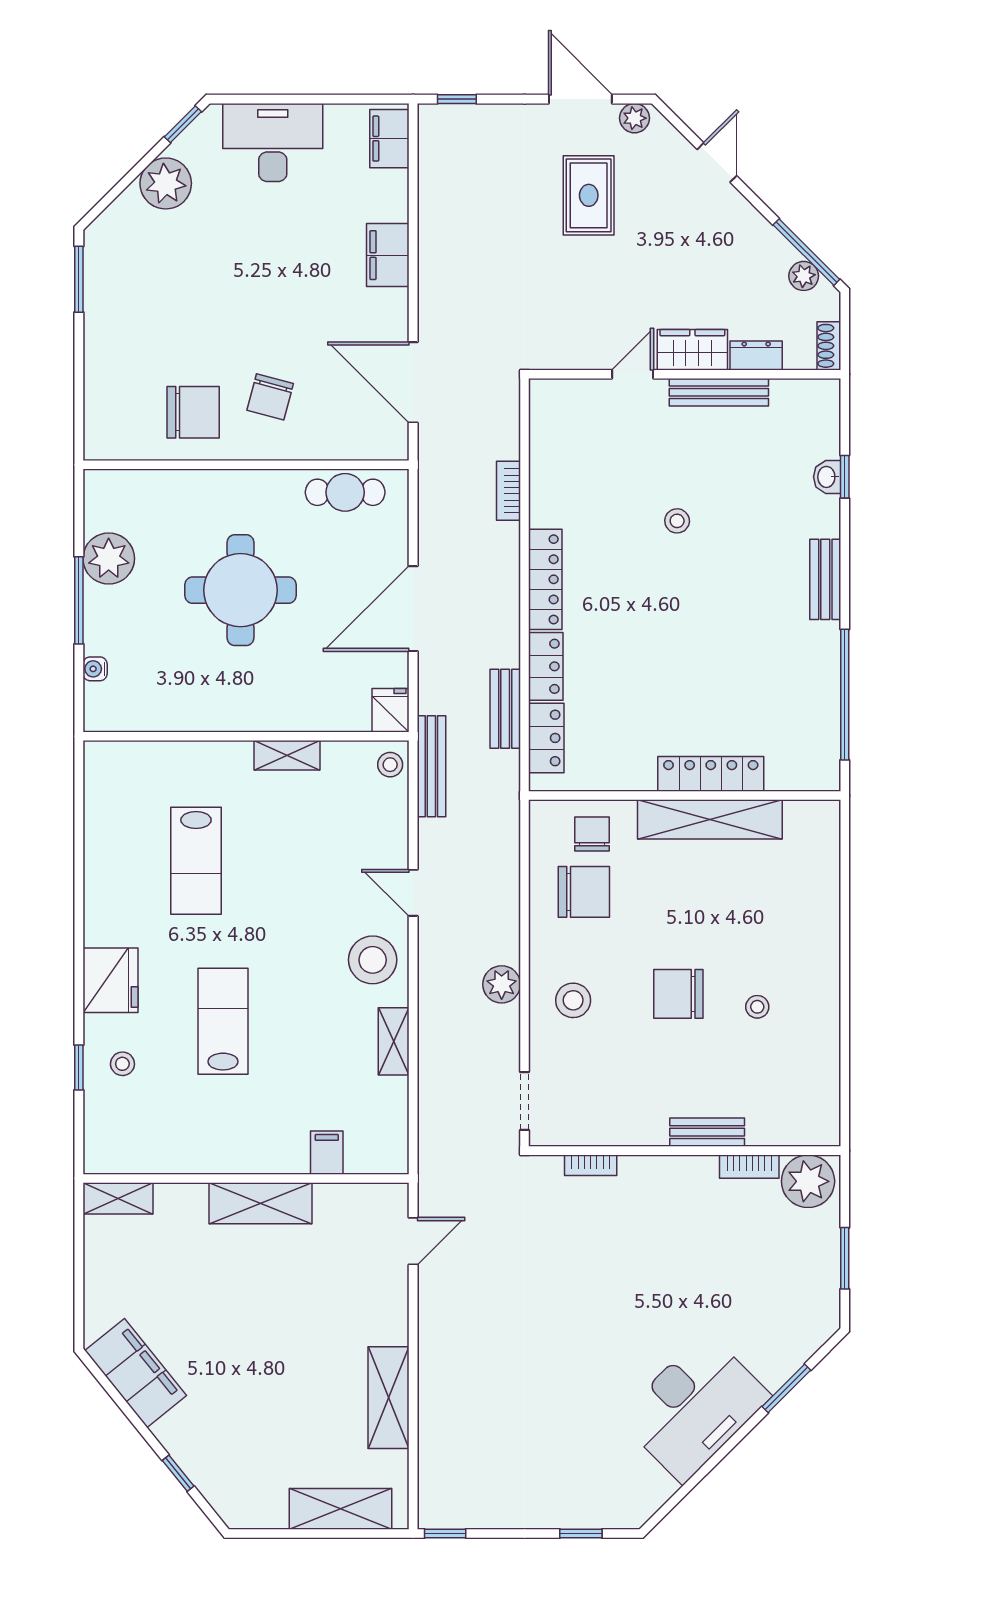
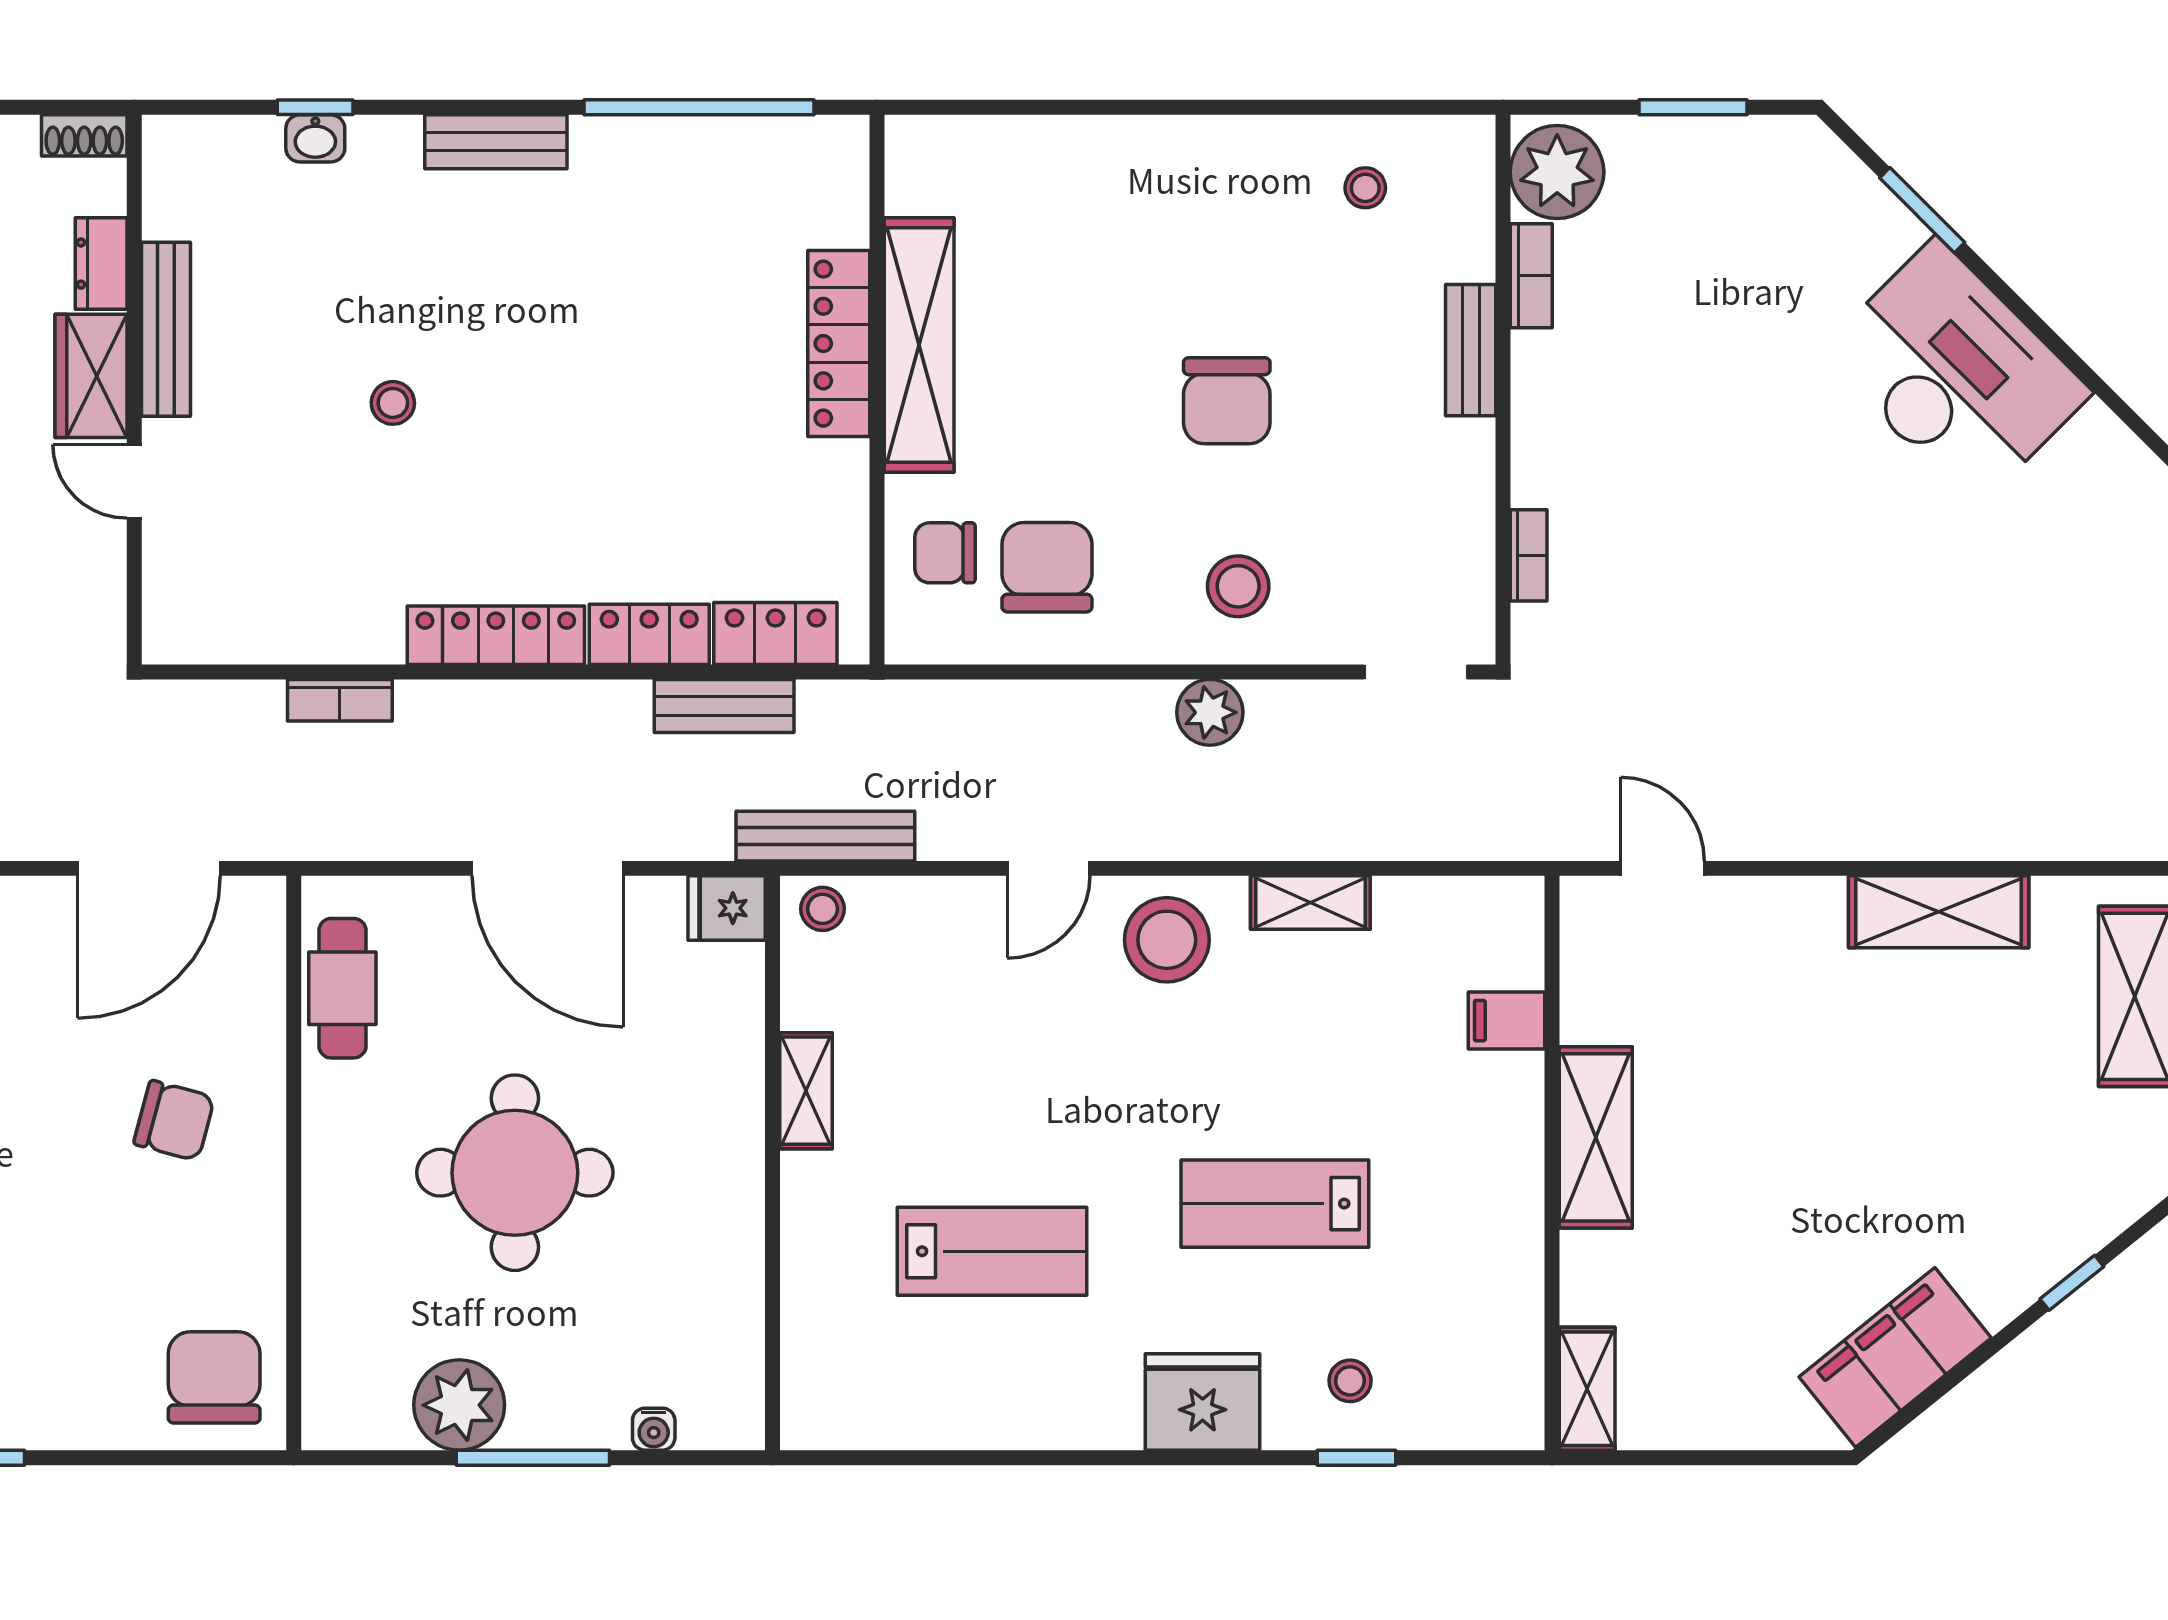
chair: (193, 412) -> (214, 1377), moved
stool: (757, 1007) -> (1365, 188), moved

